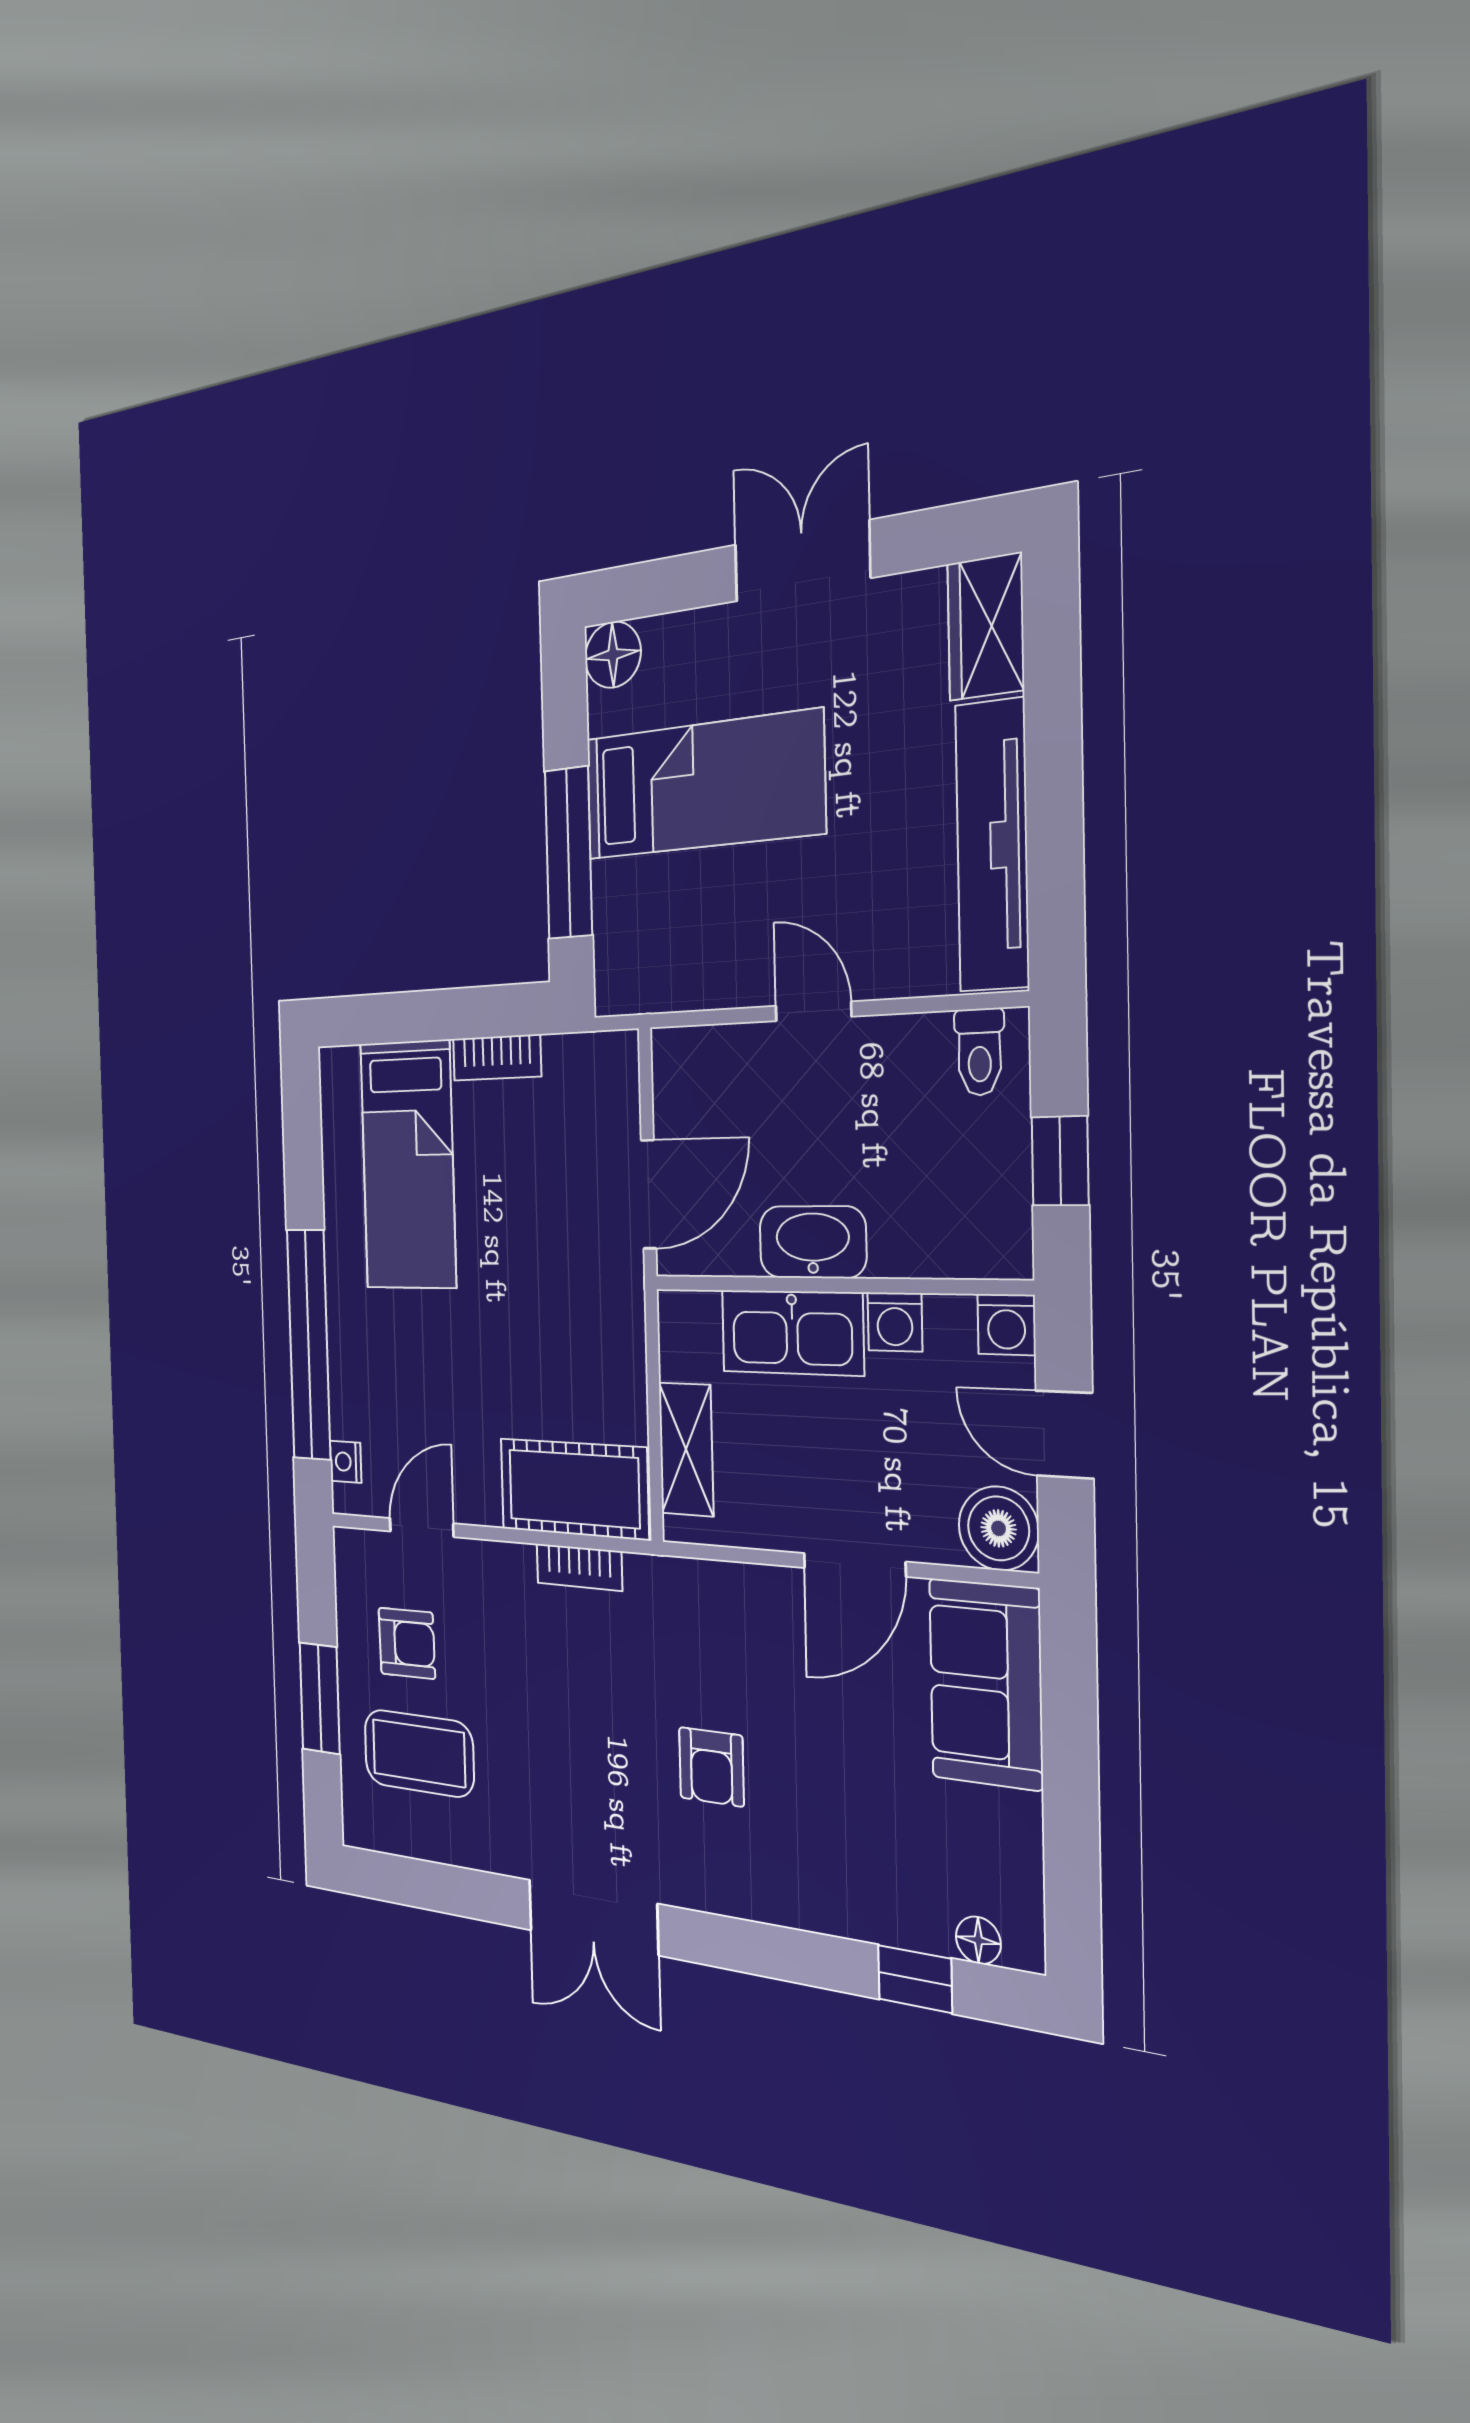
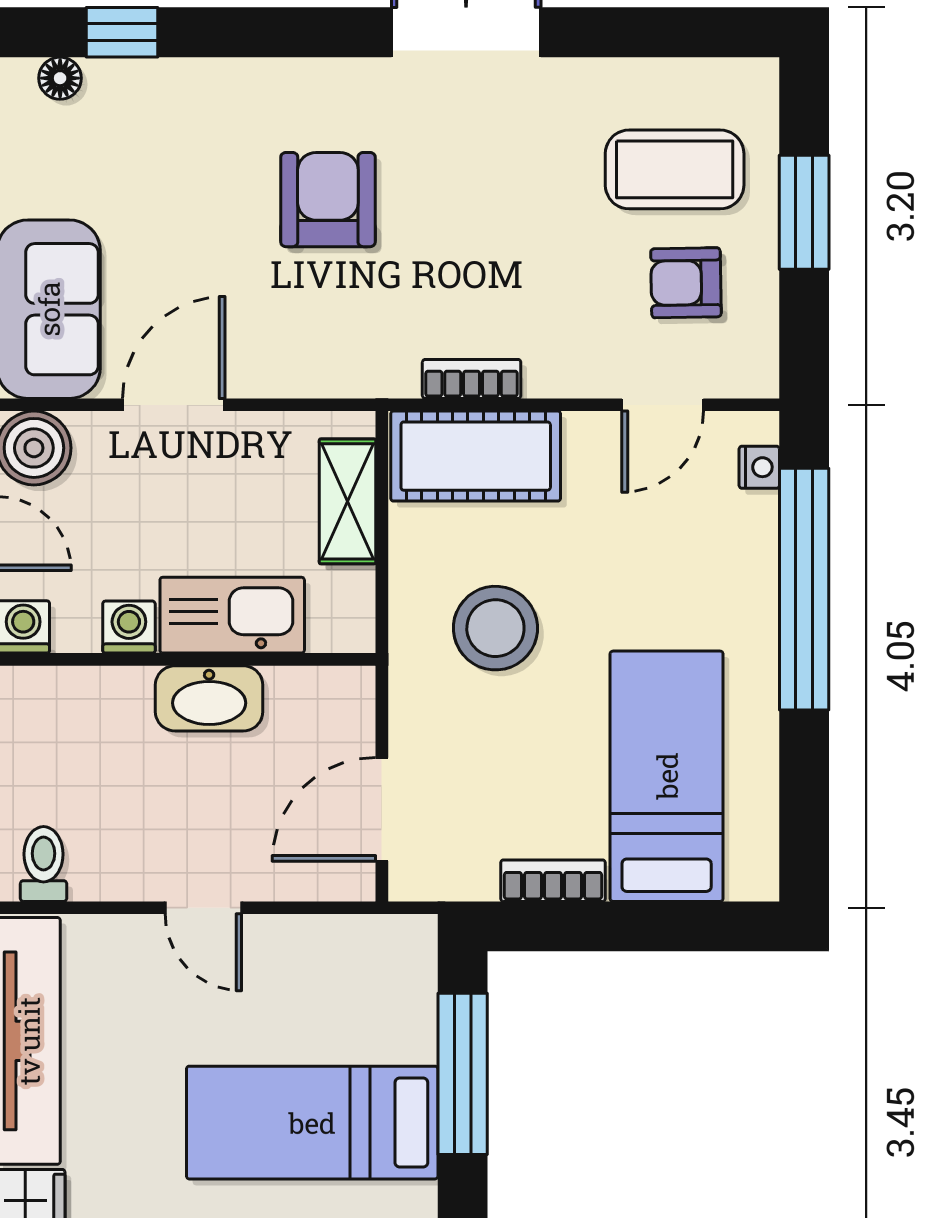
door: (649, 1194) -> (382, 809), moved
stool: (552, 1313) -> (495, 628), added
armchair: (711, 1767) -> (328, 200), width x1.38, depth x1.38

